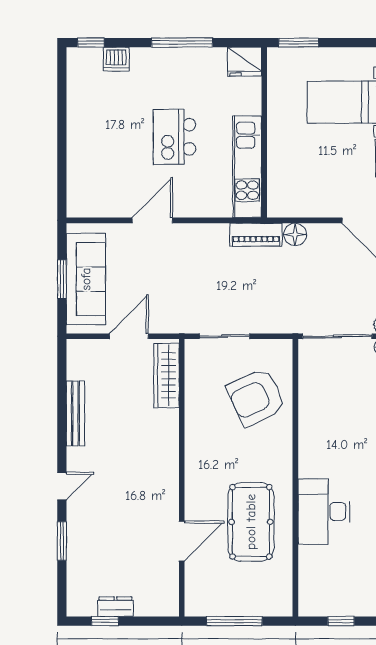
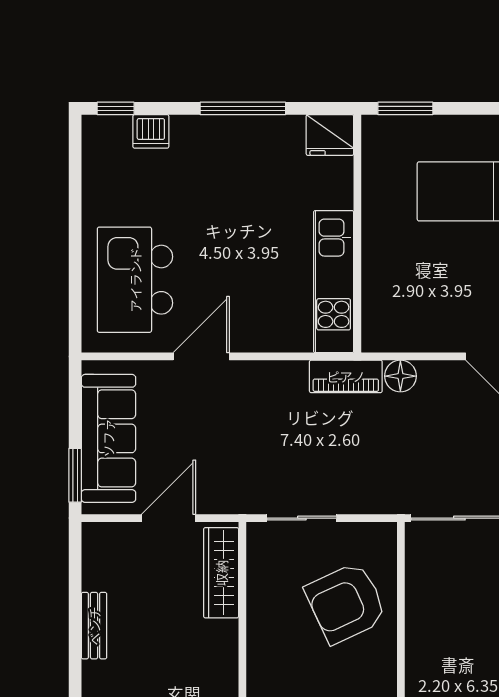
kitchen island: (174, 137) -> (135, 280), moved, width x1.37, depth x1.28
window: (62, 279) -> (75, 475), moved
bench: (75, 413) -> (94, 626), width x0.73

